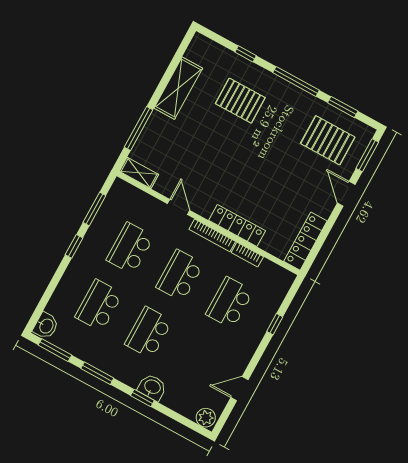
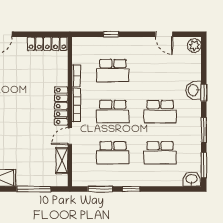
shelving: (139, 173) -> (62, 160), moved
locker: (237, 226) -> (61, 106), moved

